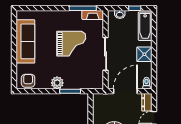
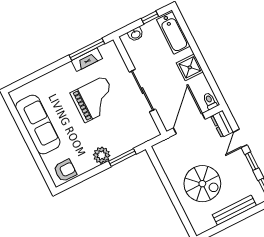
fireplace: (93, 15) -> (87, 60), moved
armchair: (28, 81) -> (65, 171), turned 90

